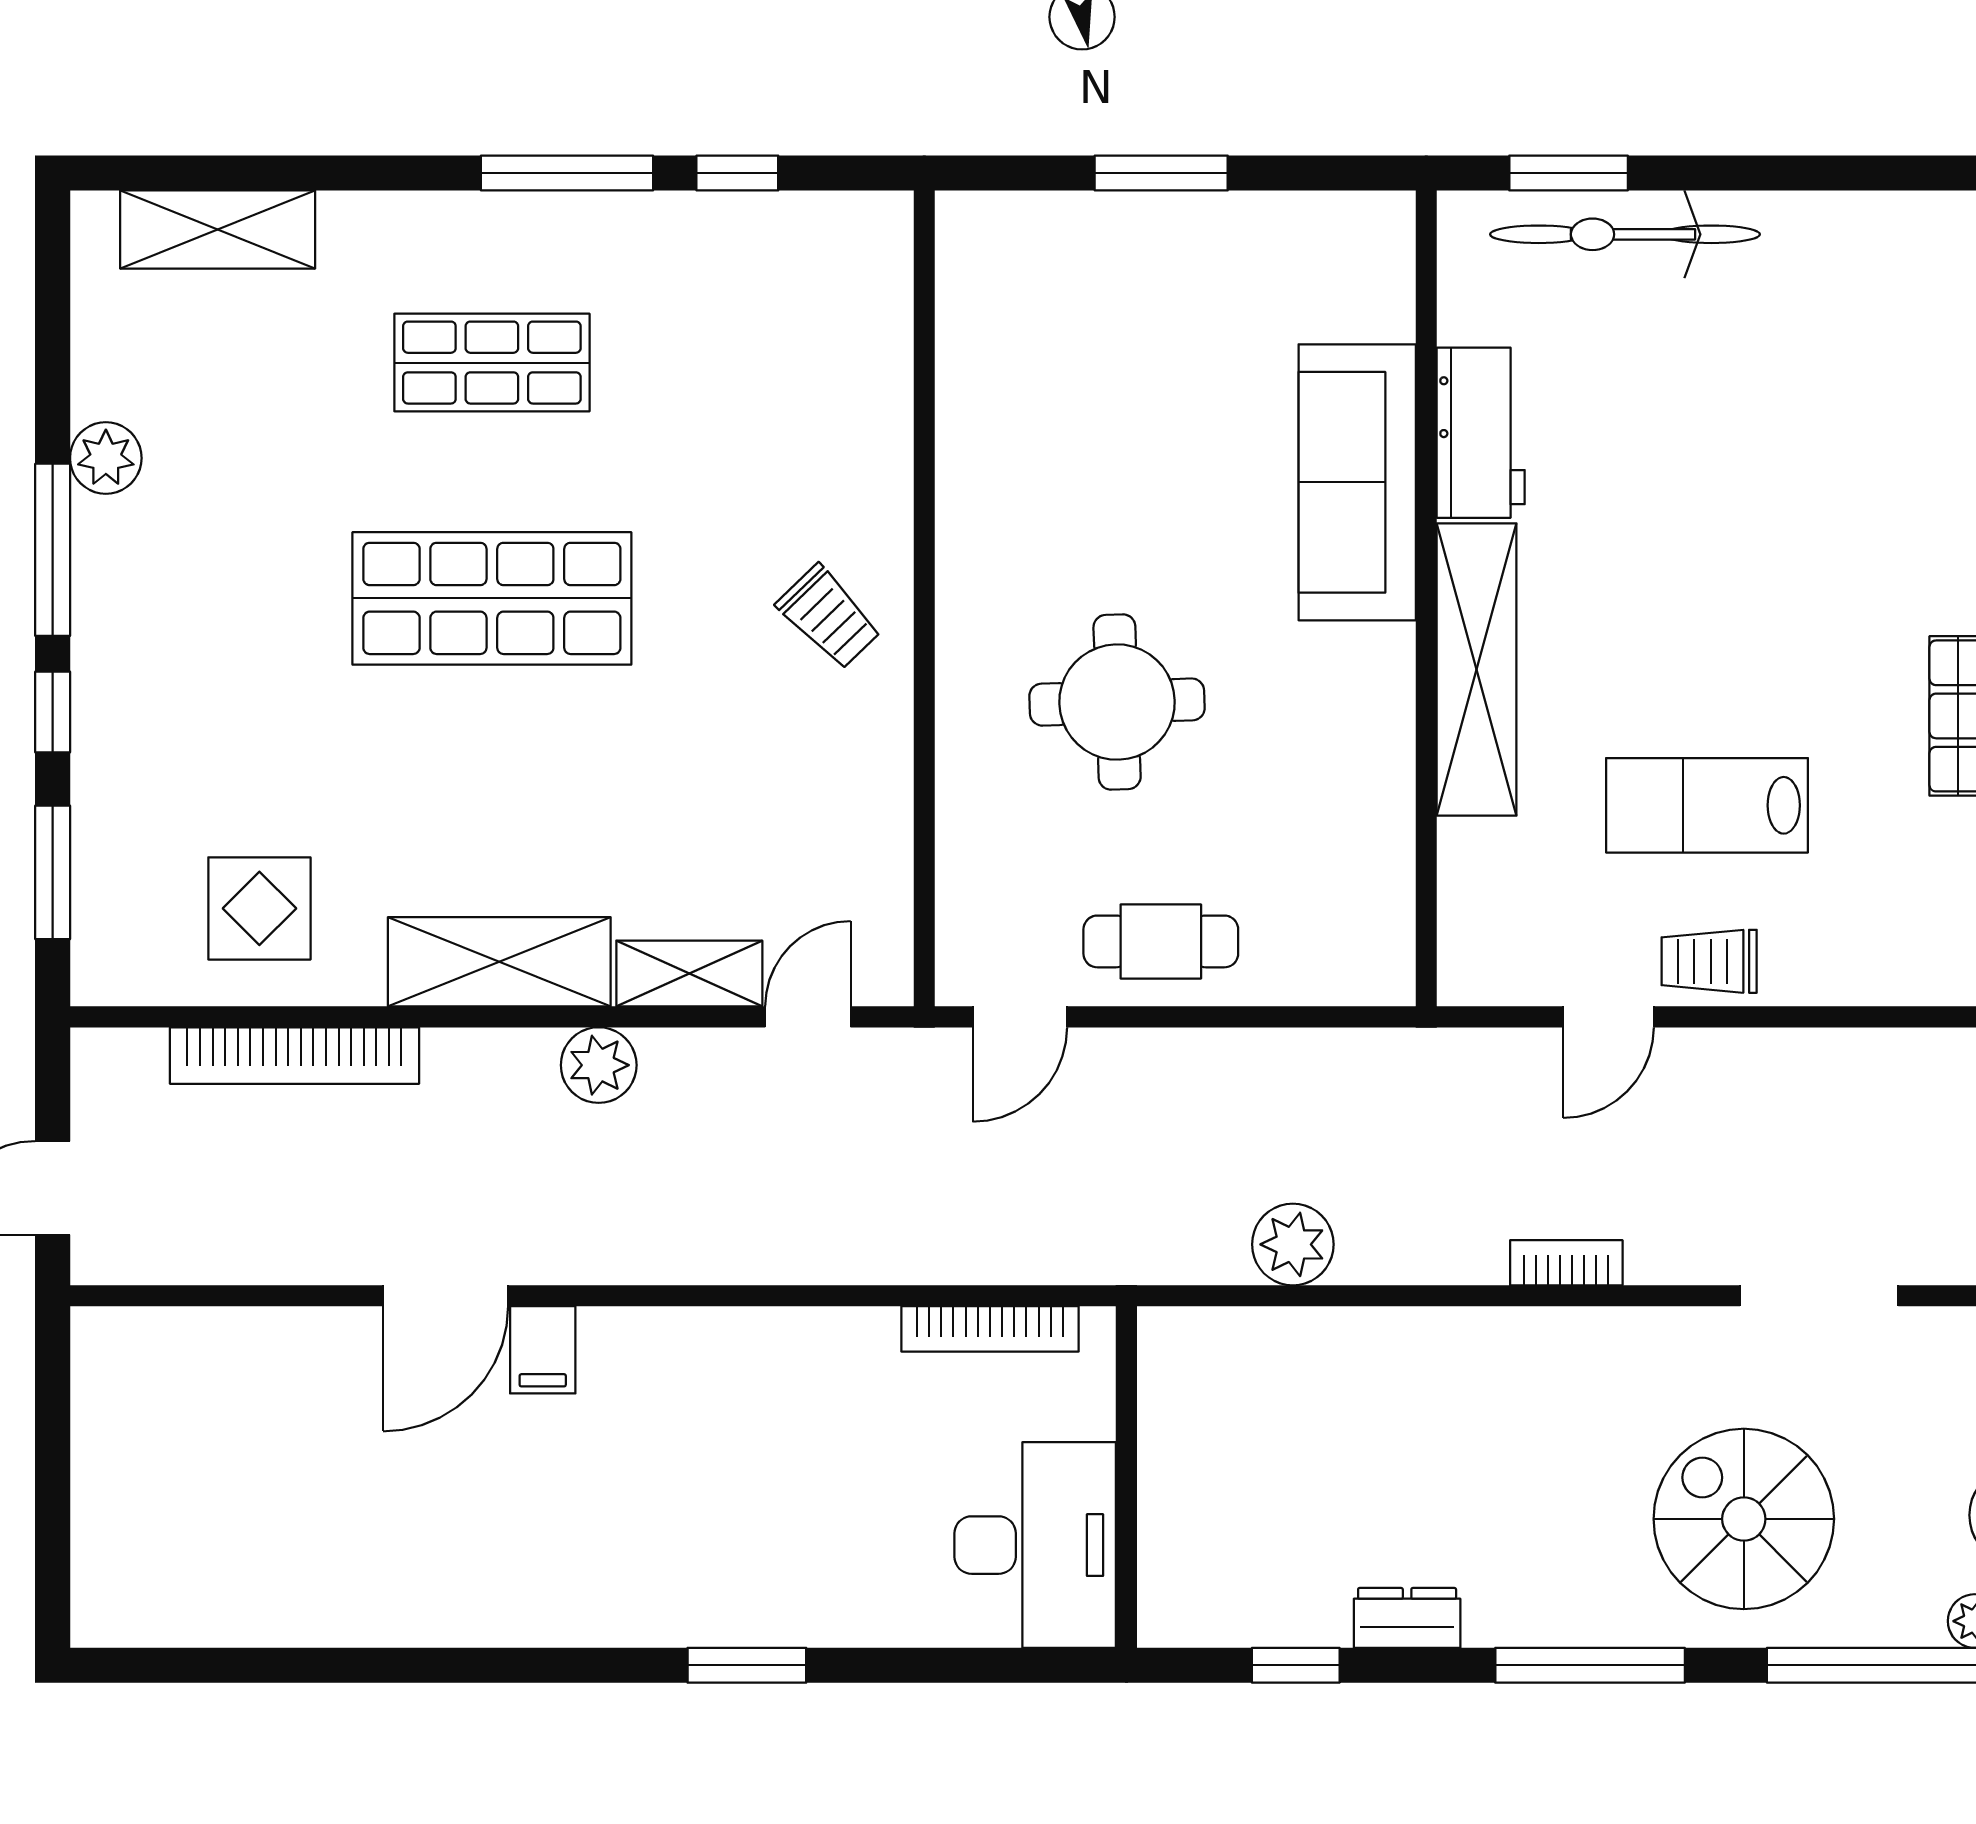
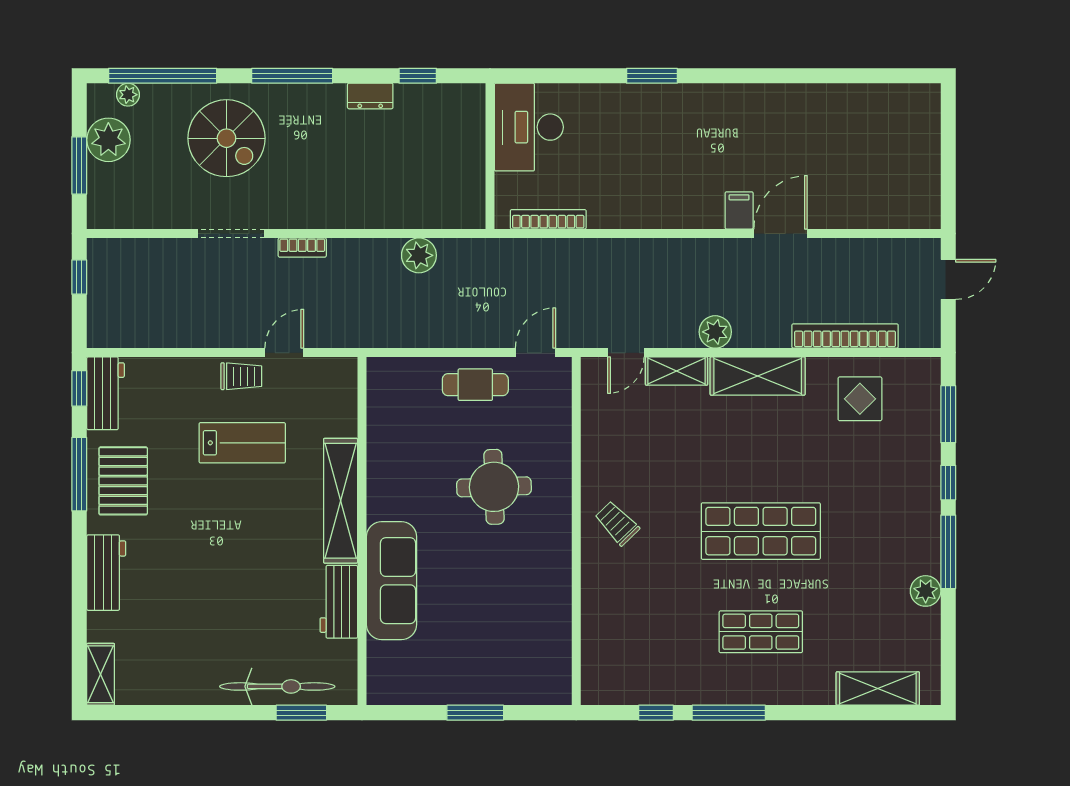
doorway: (1819, 1296) -> (231, 233), moved

